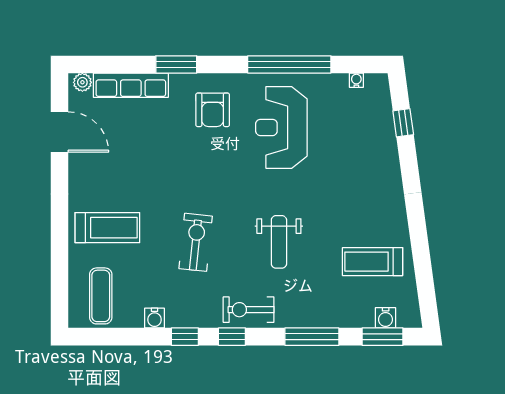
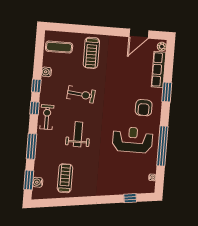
armchair: (213, 110) -> (144, 108), turned -90
weight bench: (279, 242) -> (78, 134), turned 90

